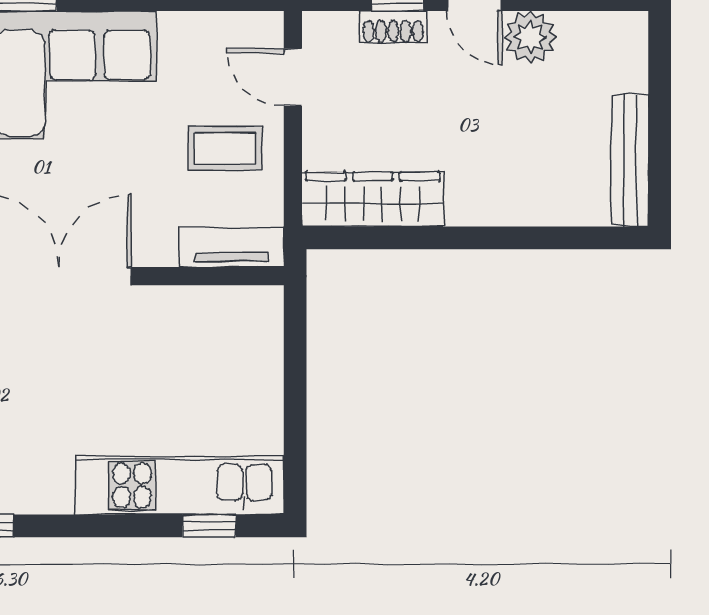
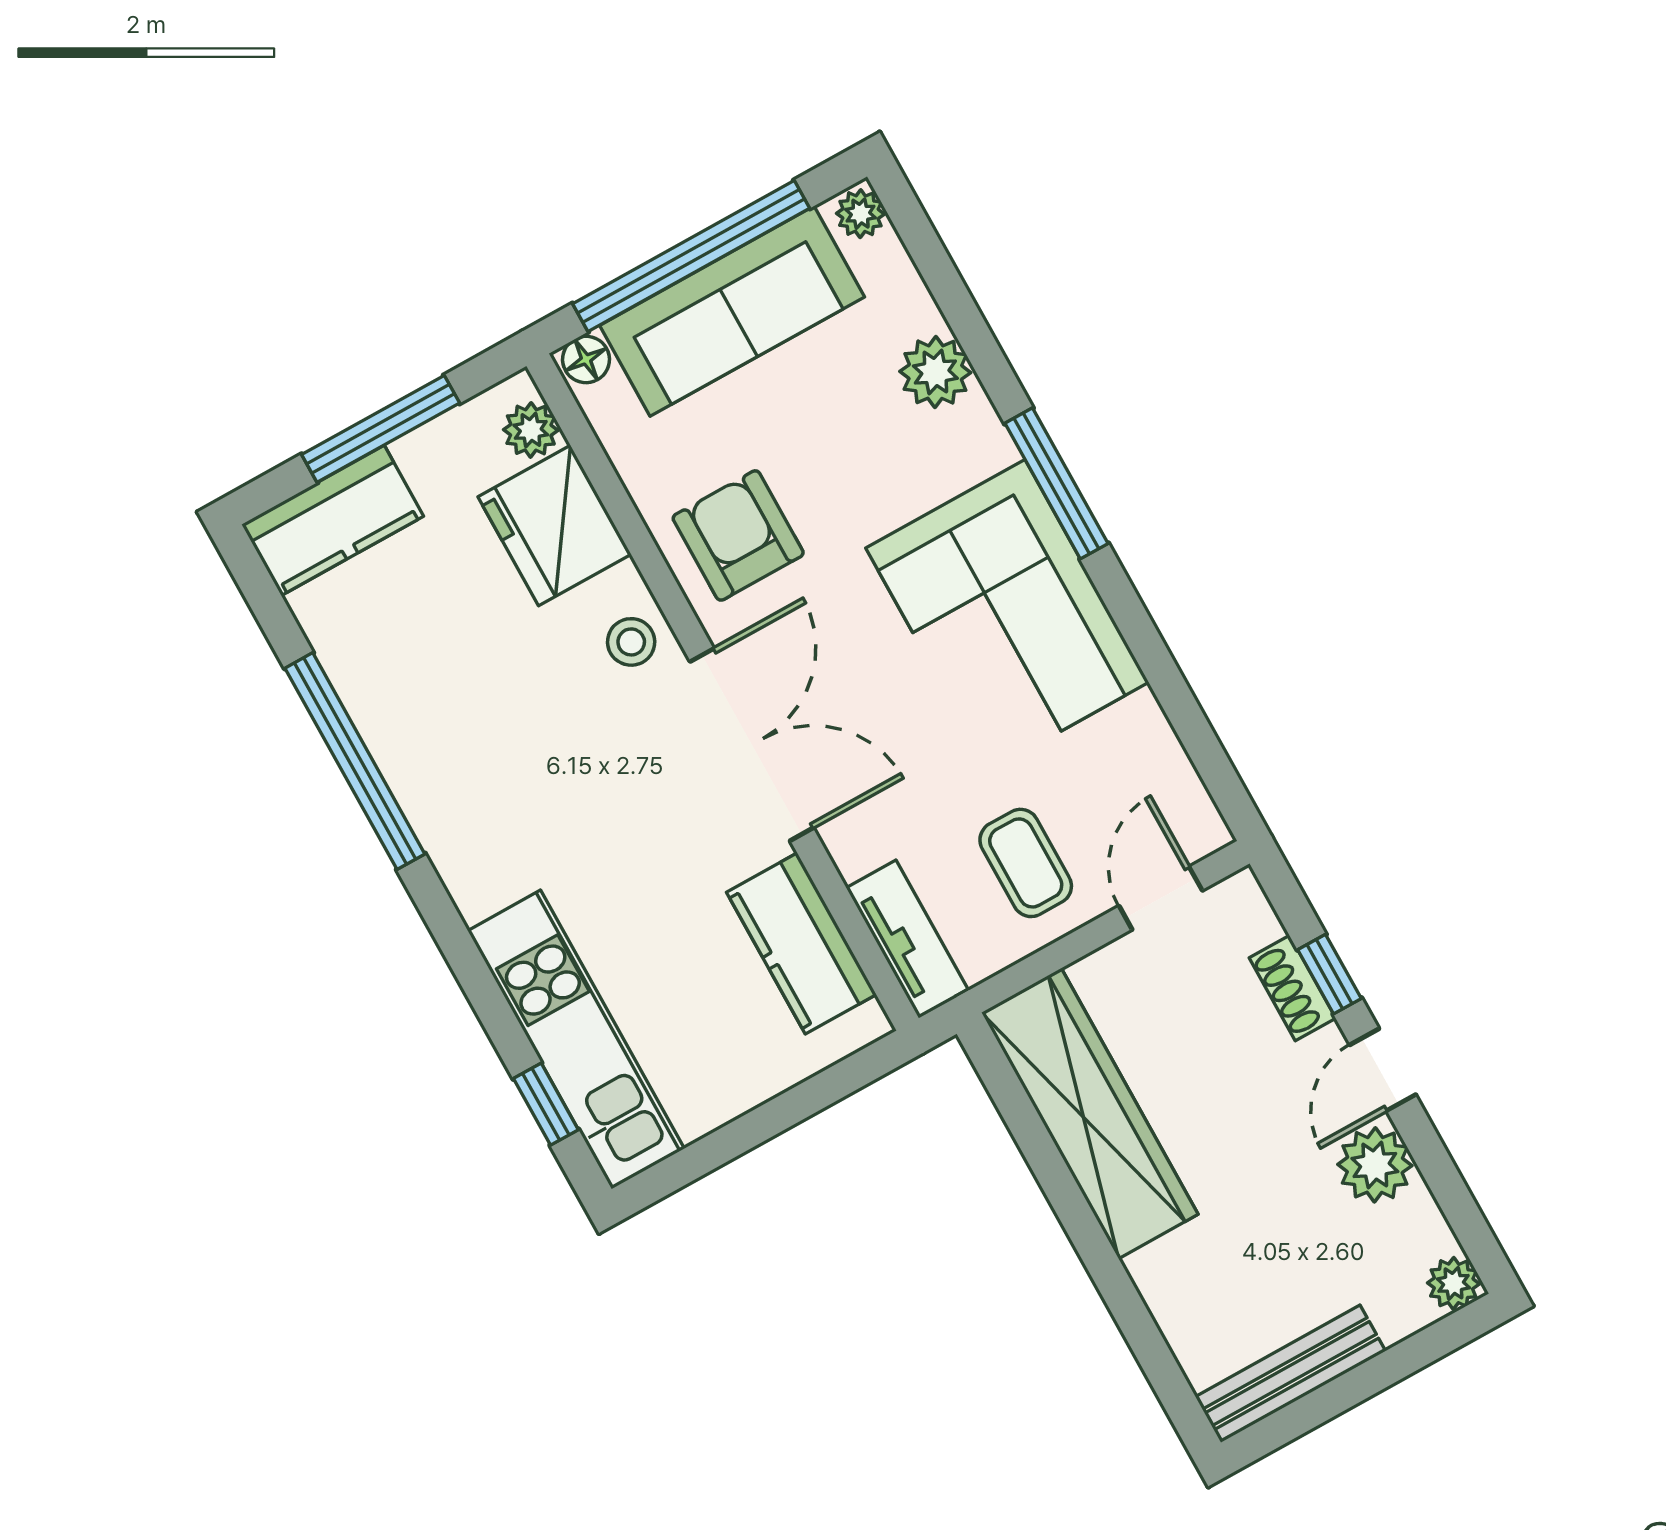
plant: (630, 29) -> (1454, 1283), added
wardrobe: (373, 199) -> (1090, 1114), width x1.40, depth x1.17
kitchen counter: (198, 314) -> (801, 943), added

